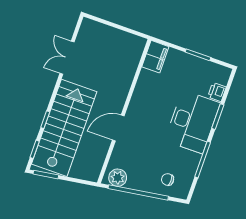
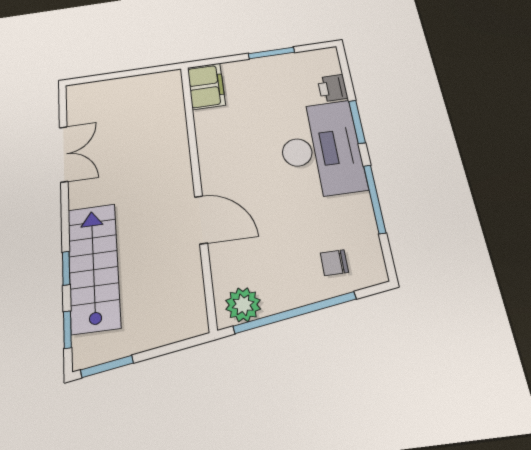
double door: (67, 58) -> (64, 154), swing flipped
stairs: (64, 128) -> (94, 267), width x0.73, depth x0.66
door: (118, 128) -> (201, 220), swing flipped

